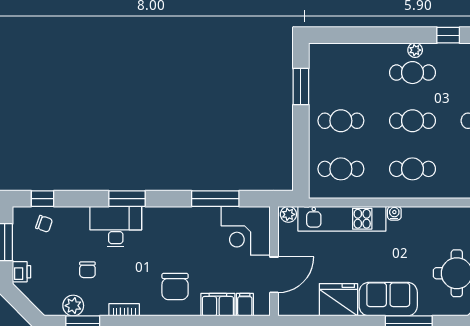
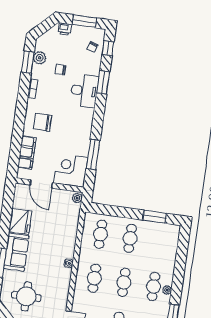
window: (127, 199) -> (103, 82), moved
kitchen unit: (342, 219) -> (70, 231), removed

